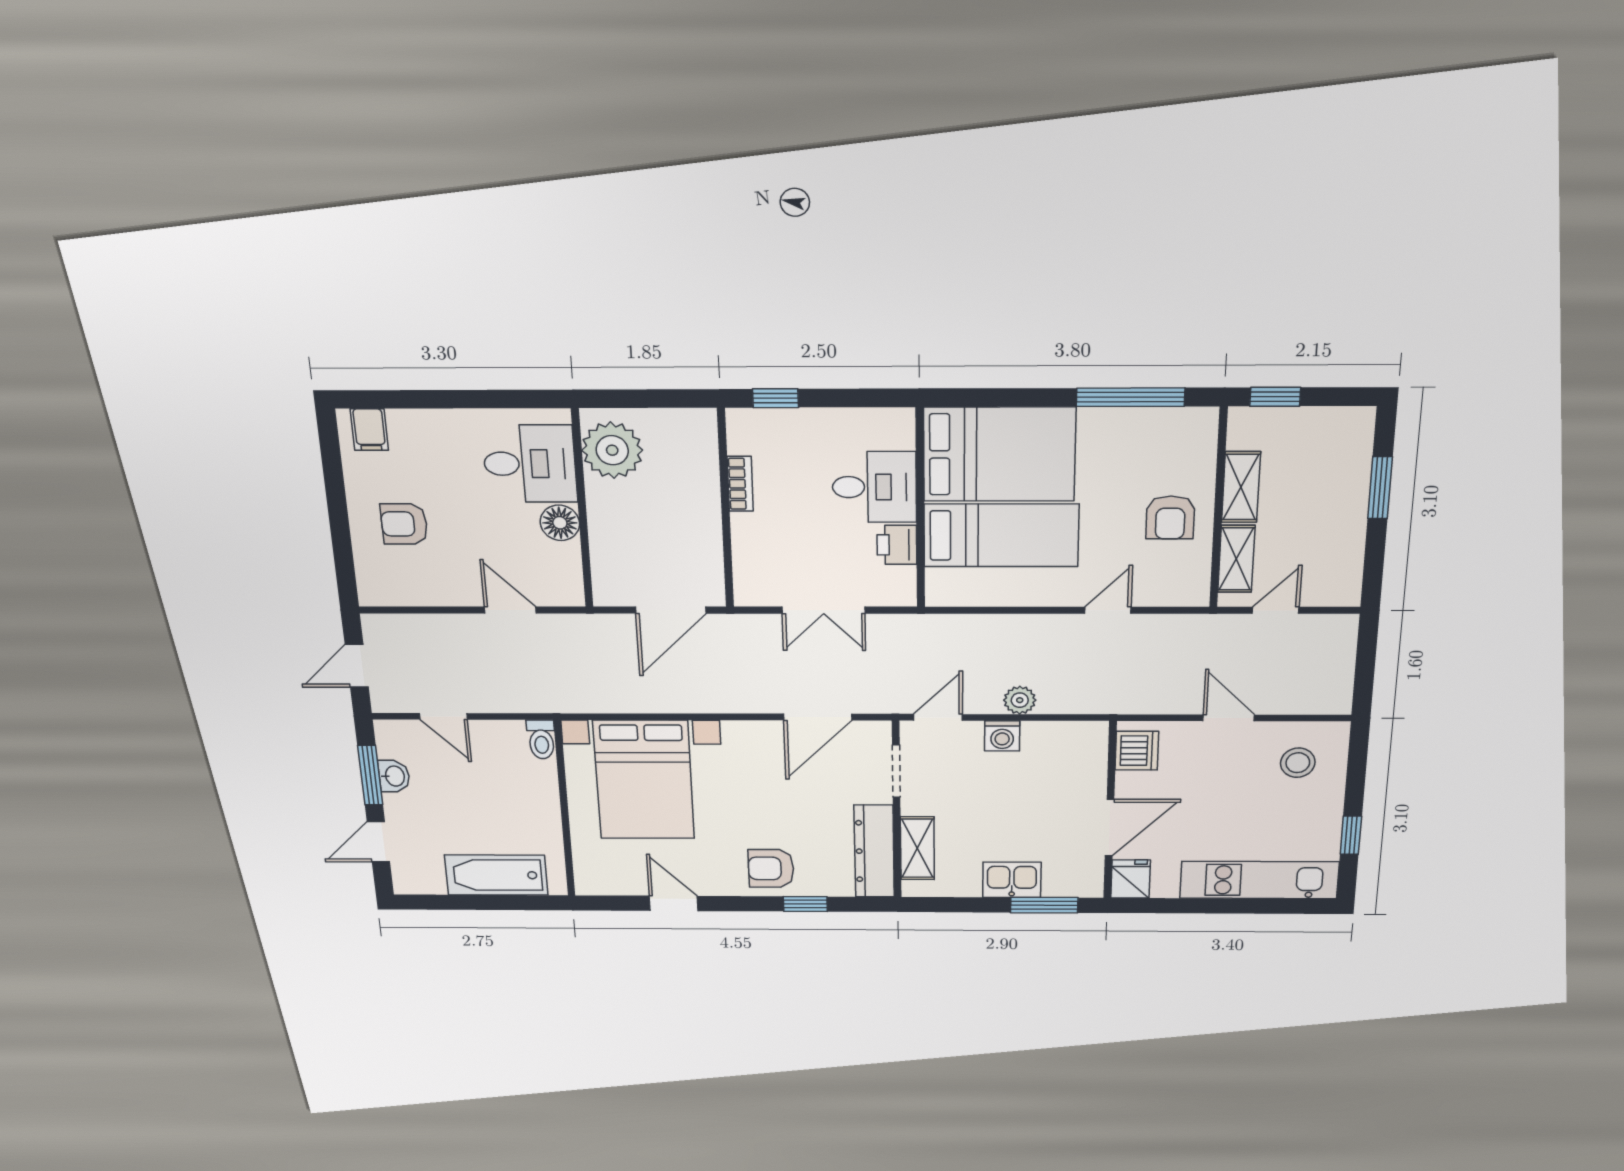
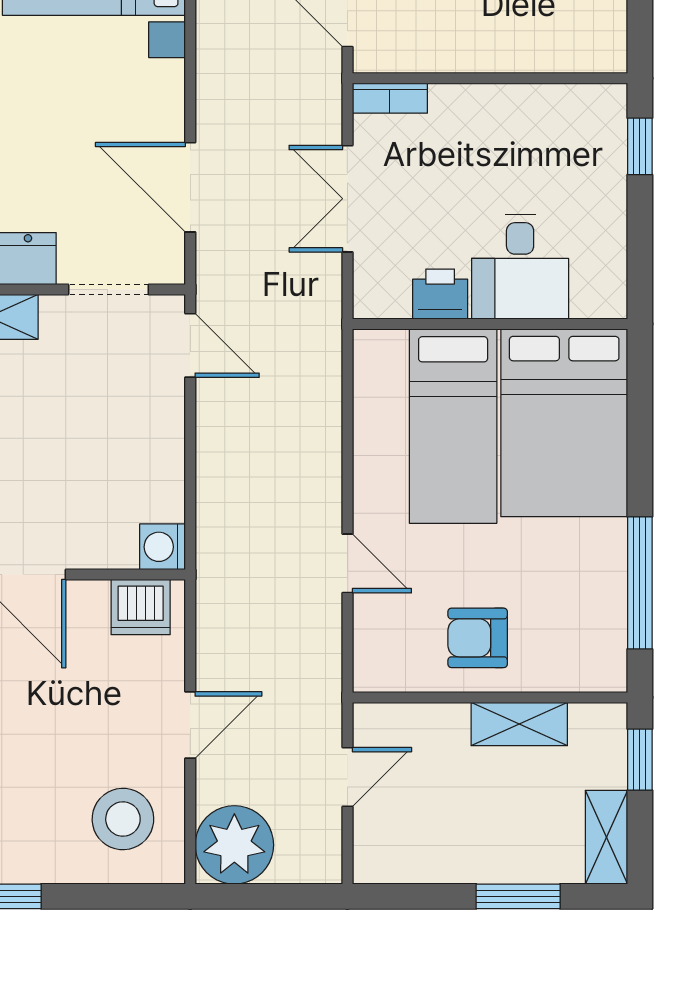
bookcase: (740, 484) -> (390, 98), moved
shelving: (1236, 559) -> (606, 837), moved, turned 90
door: (1276, 610) -> (347, 777), hinge flipped
plant: (1020, 700) -> (234, 845), moved, width x1.88, depth x1.88
washing machine: (1002, 736) -> (162, 547), moved
stool: (1298, 763) -> (123, 819), width x1.38, depth x1.38

